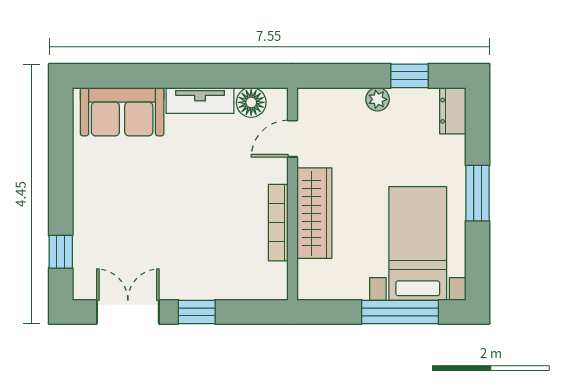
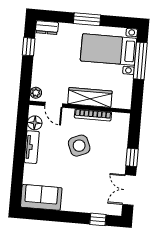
plant: (378, 99) -> (36, 93), moved
sofa: (122, 112) -> (41, 197), moved, turned -90
side table: (212, 199) -> (79, 146), added

